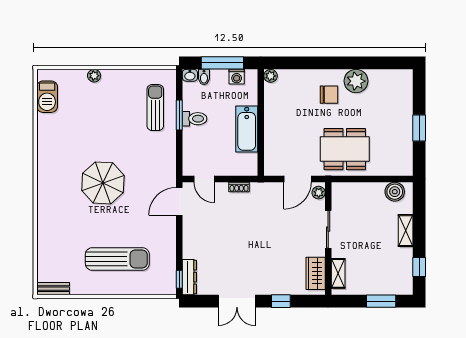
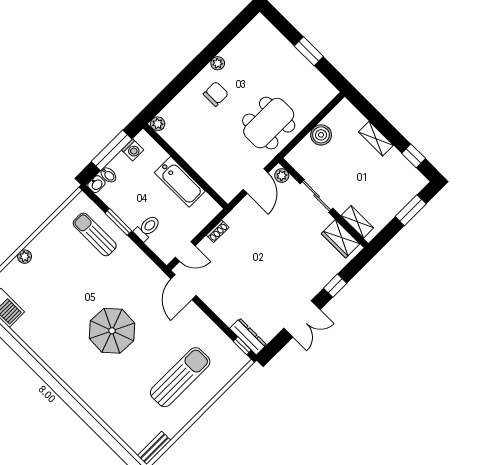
plant: (356, 81) -> (218, 63), width x0.53, depth x0.53
toilet: (195, 119) -> (147, 228), moved
boiler: (395, 192) -> (321, 135), moved

